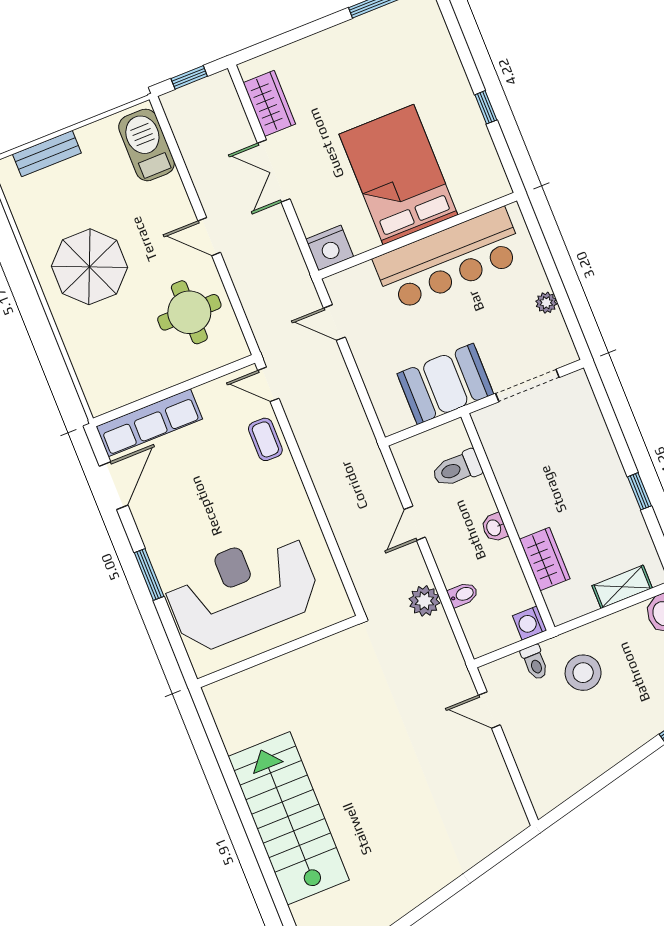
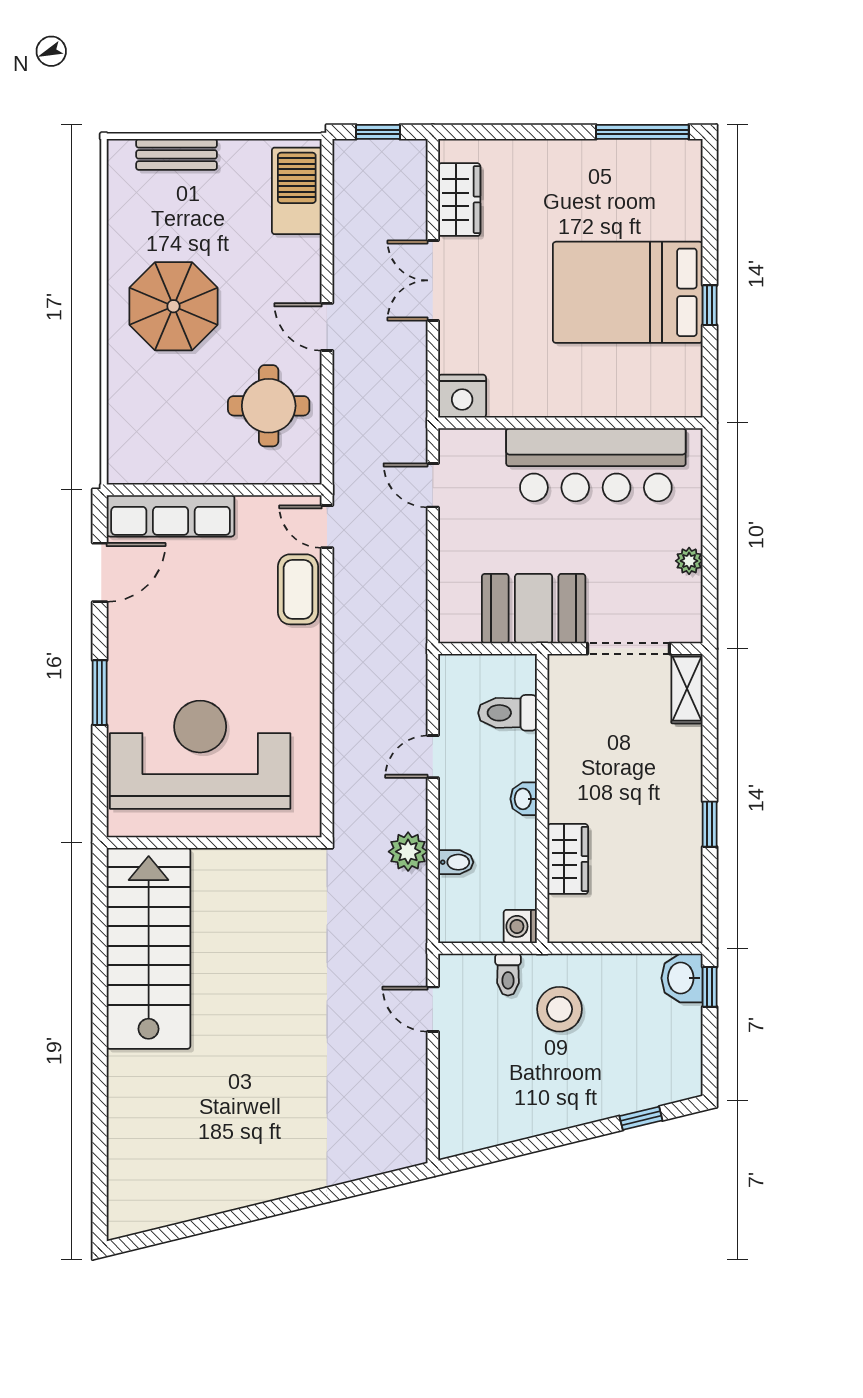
bed: (398, 175) -> (628, 292), moved, turned -90
coffee table: (265, 439) -> (298, 589), width x1.36, depth x1.30
shelving: (622, 587) -> (687, 689), moved, turned 90
stairs: (289, 818) -> (149, 948), moved

